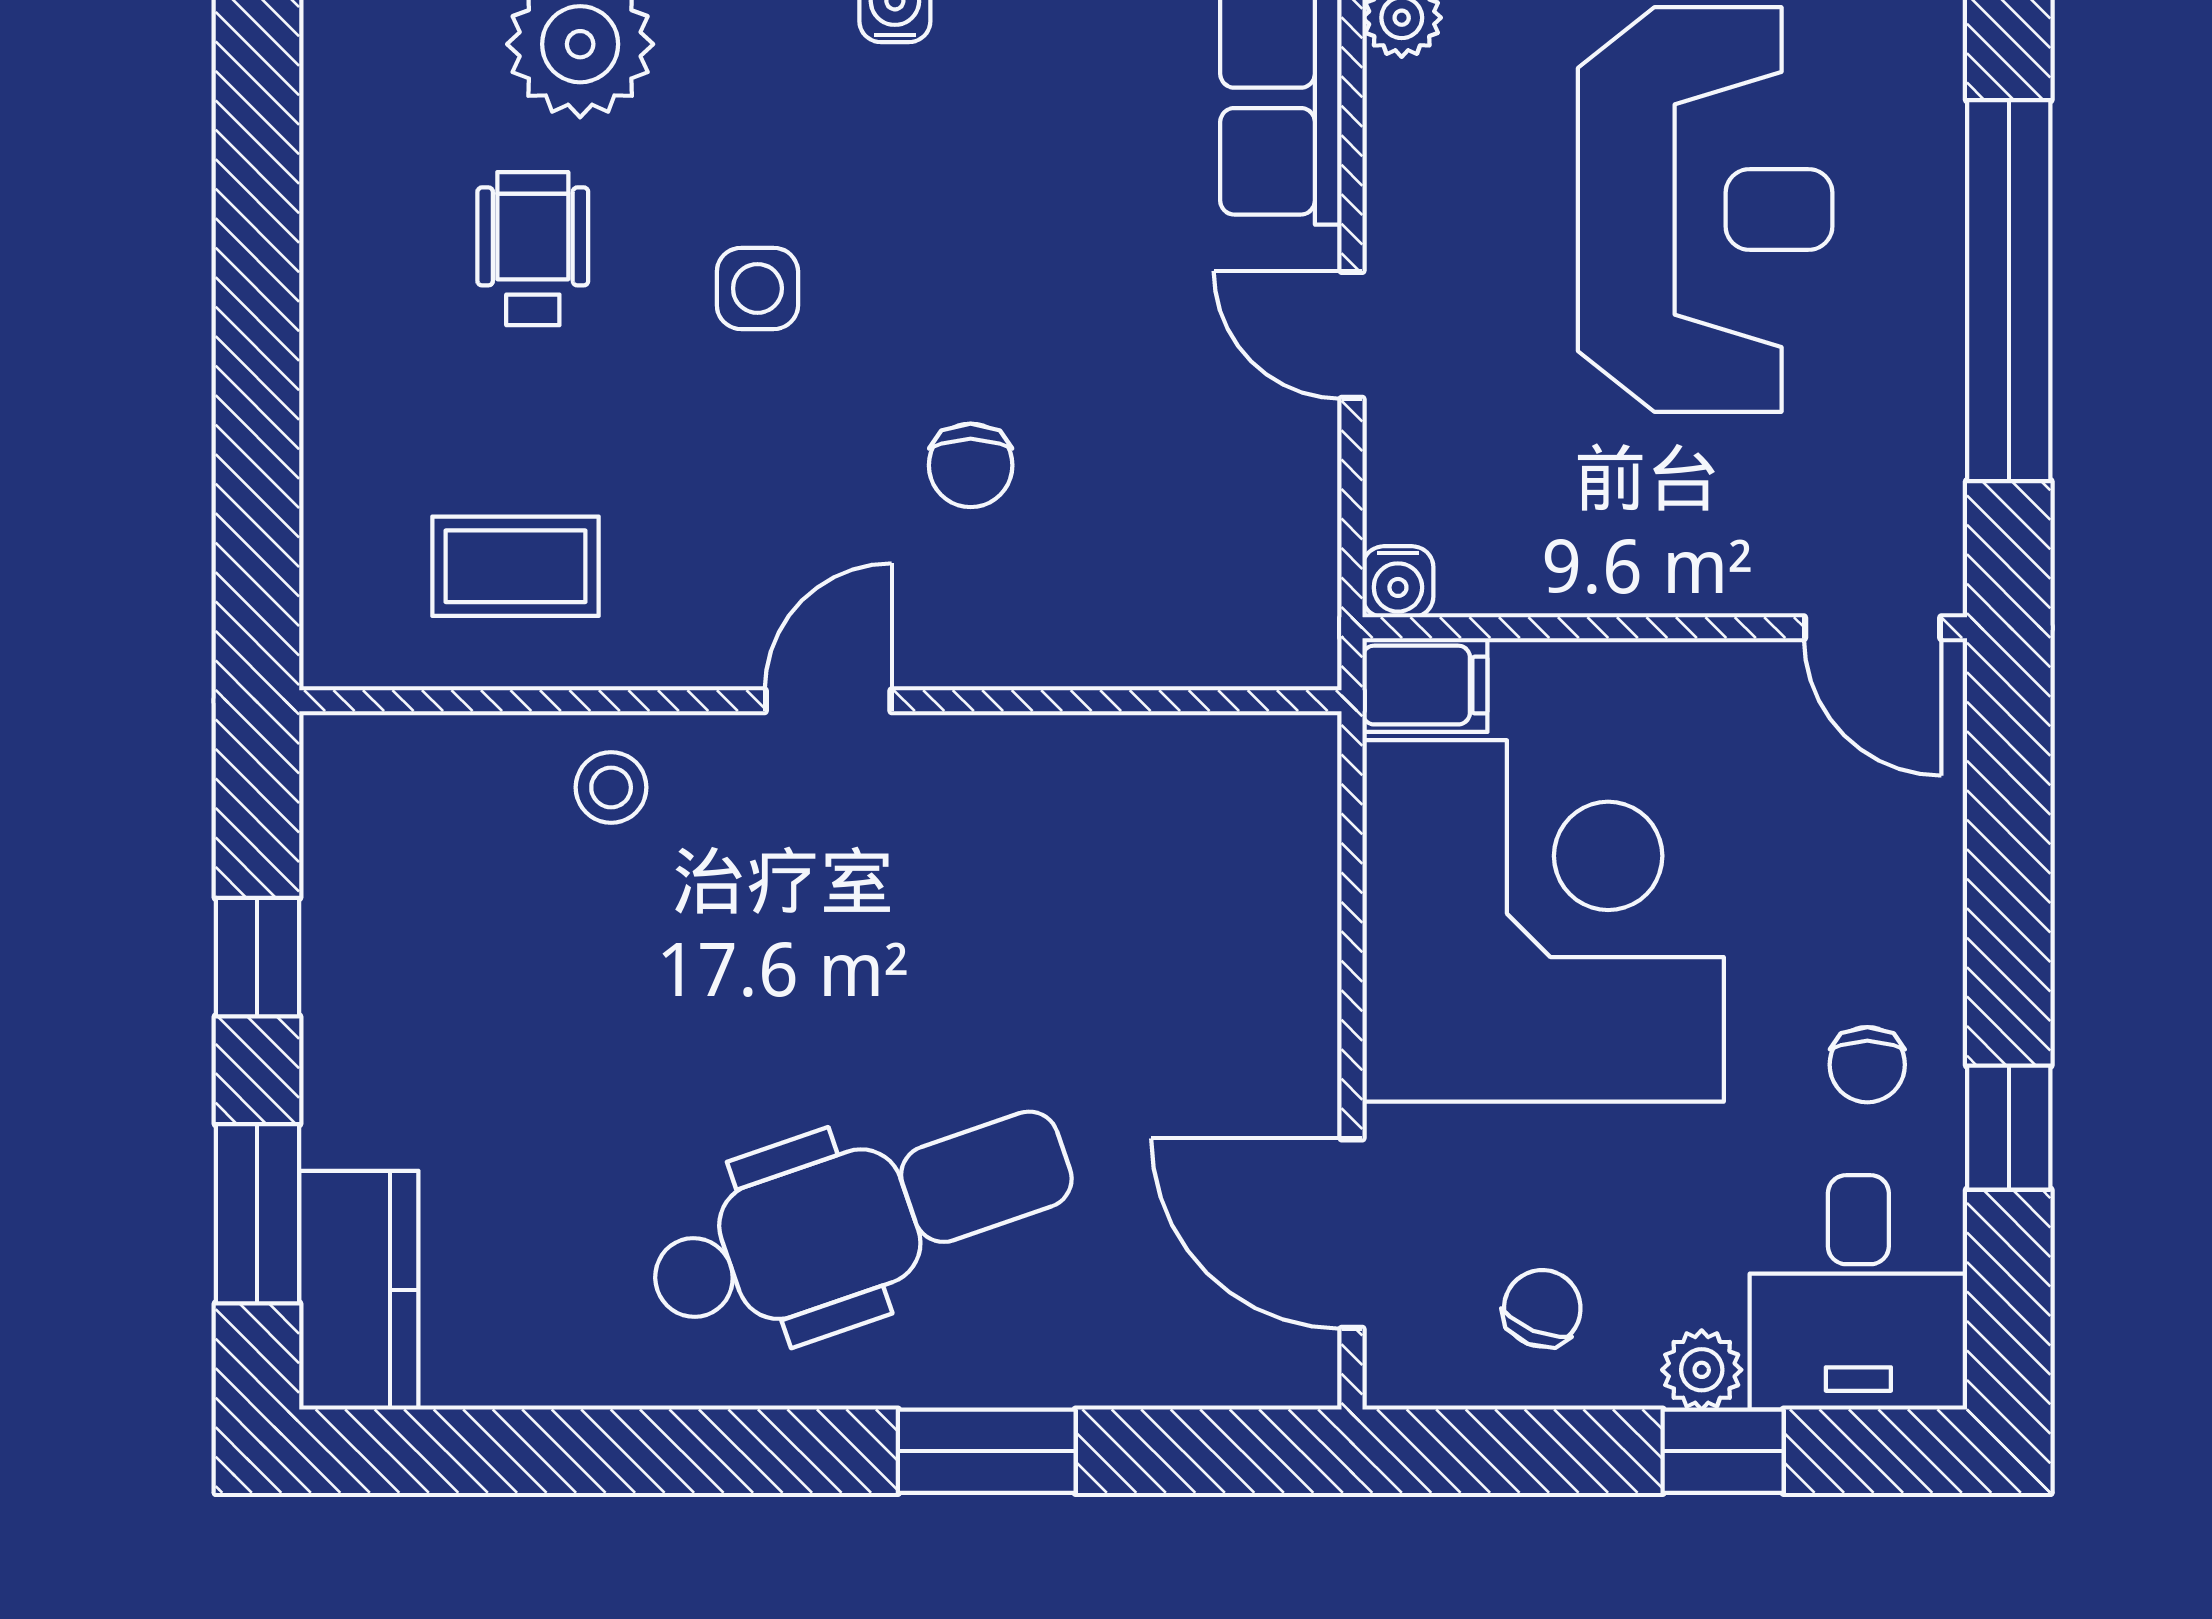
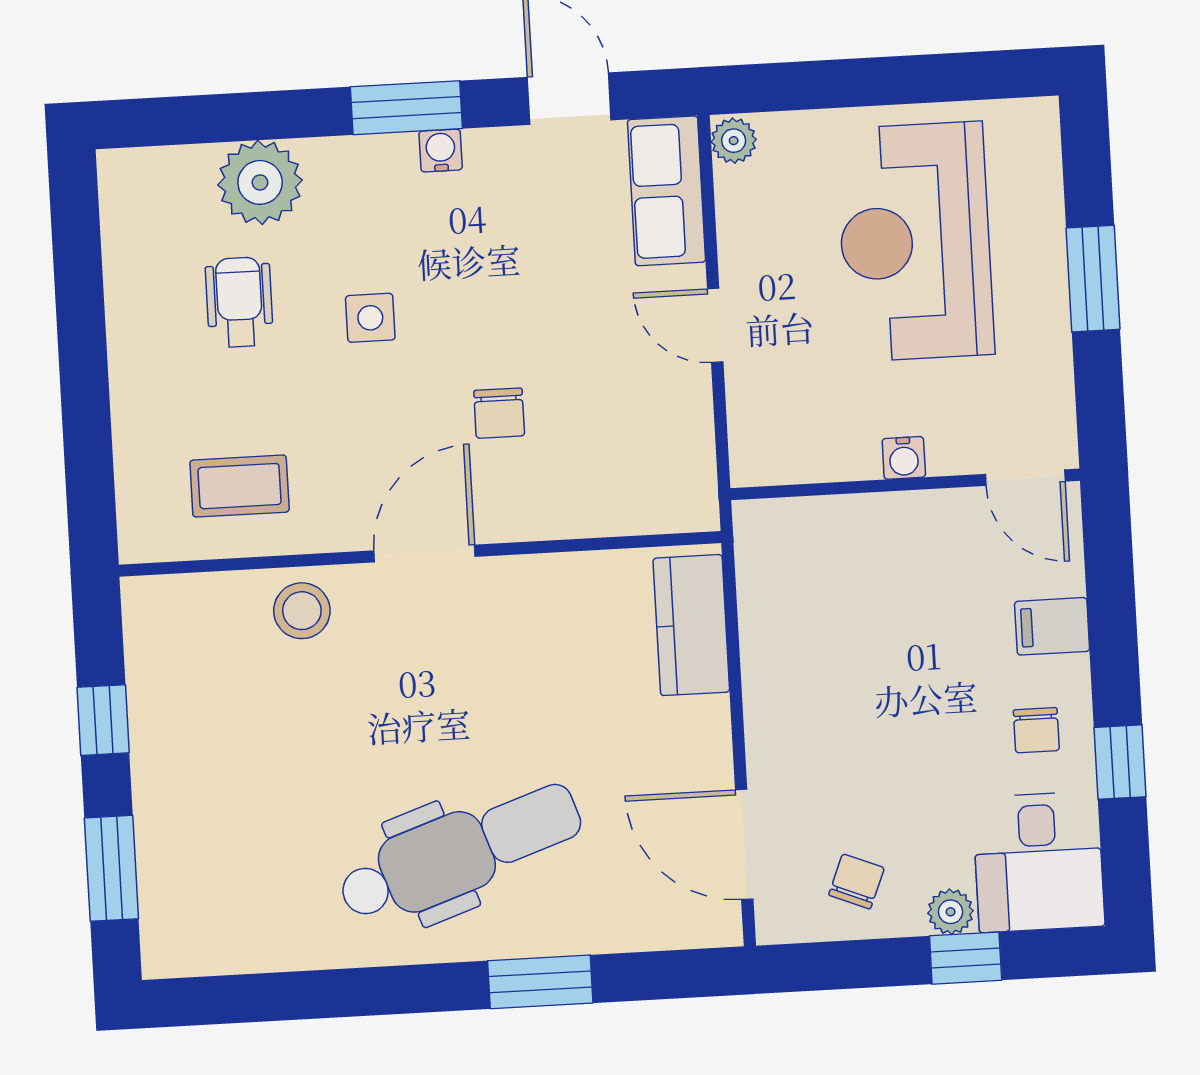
reception desk: (1705, 210) -> (915, 242), turned 180
window: (2009, 291) -> (1093, 279), width x0.47
water cooler: (1398, 582) -> (904, 458), moved
filing cabinet: (1425, 685) -> (1052, 626), moved, turned 180
door: (828, 701) -> (424, 554), width x1.37
stool: (611, 787) -> (302, 611), width x1.37, depth x1.37
corner desk: (1543, 921) -> (844, 658), removed
kitchen counter: (359, 1290) -> (691, 625), moved, turned 180

